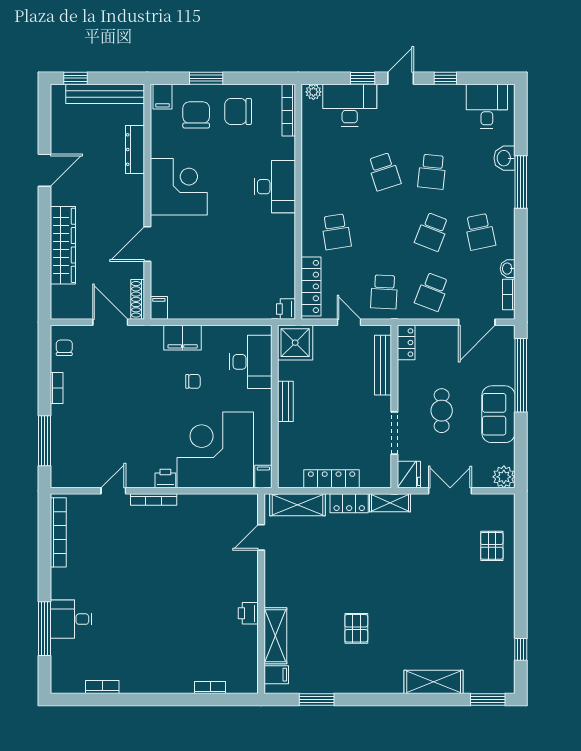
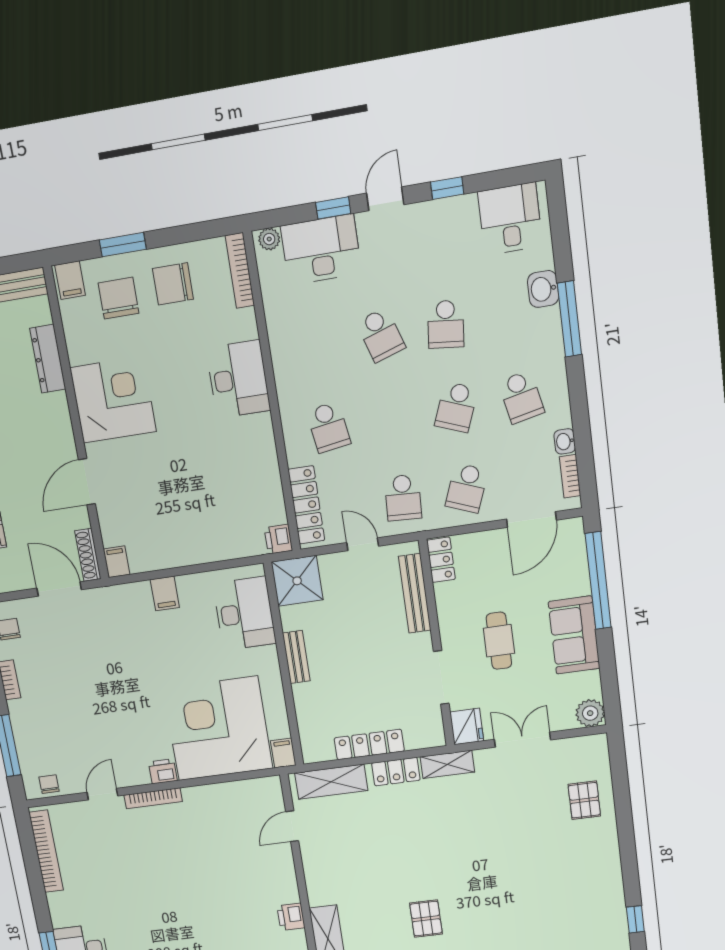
filing cabinet: (183, 338) -> (165, 593), width x0.50
chair: (193, 381) -> (49, 784), moved, turned -90

